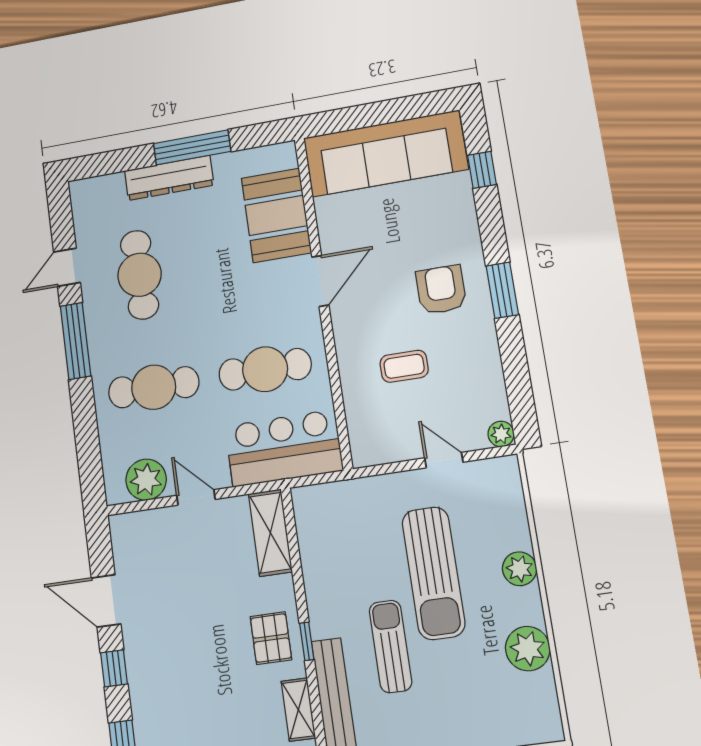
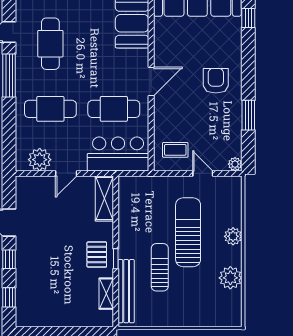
door: (320, 281) -> (151, 81), moved
window: (502, 290) -> (248, 115), moved
coffee table: (404, 366) -> (175, 150), moved
door: (196, 497) -> (66, 173), swing flipped
sun lounger: (433, 573) -> (188, 232), turned 180

